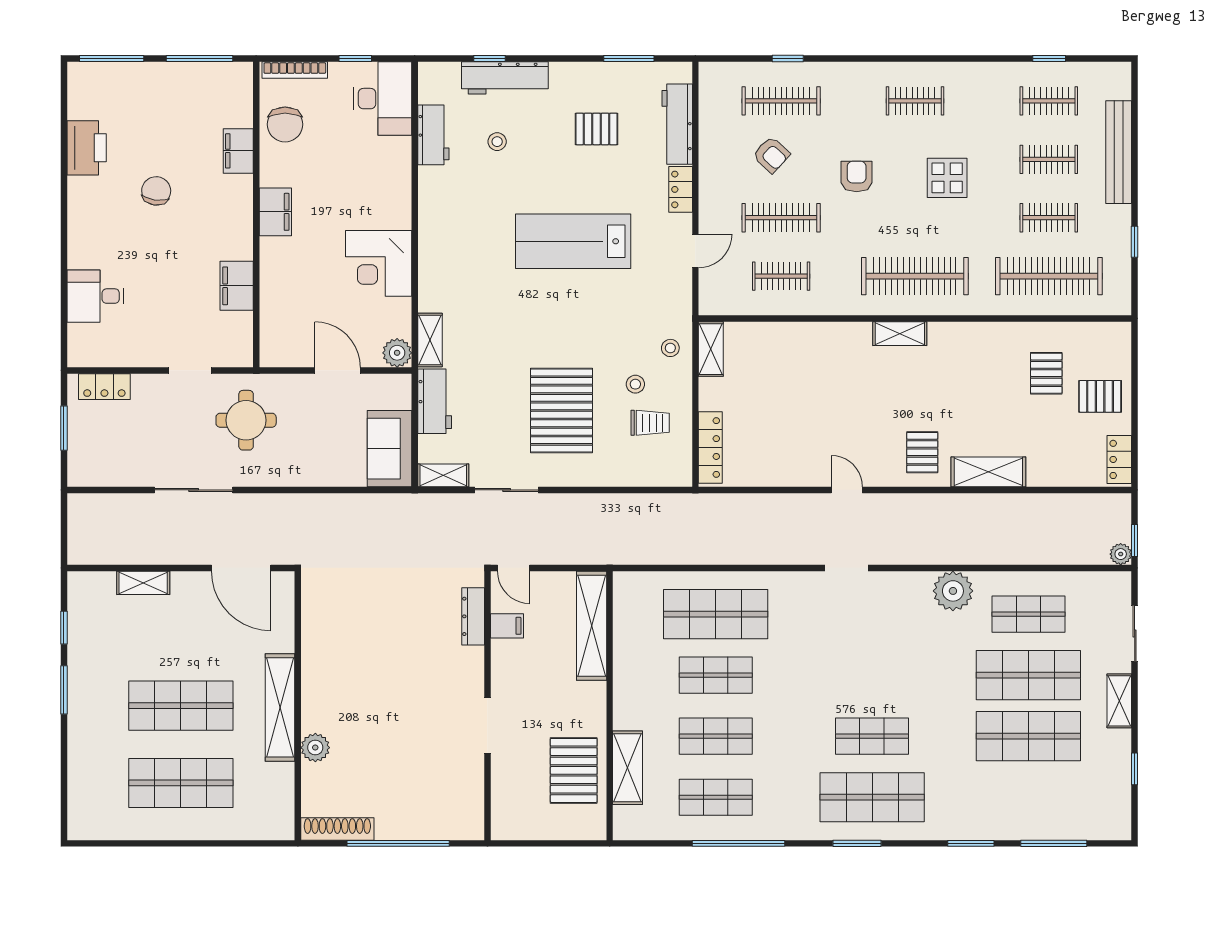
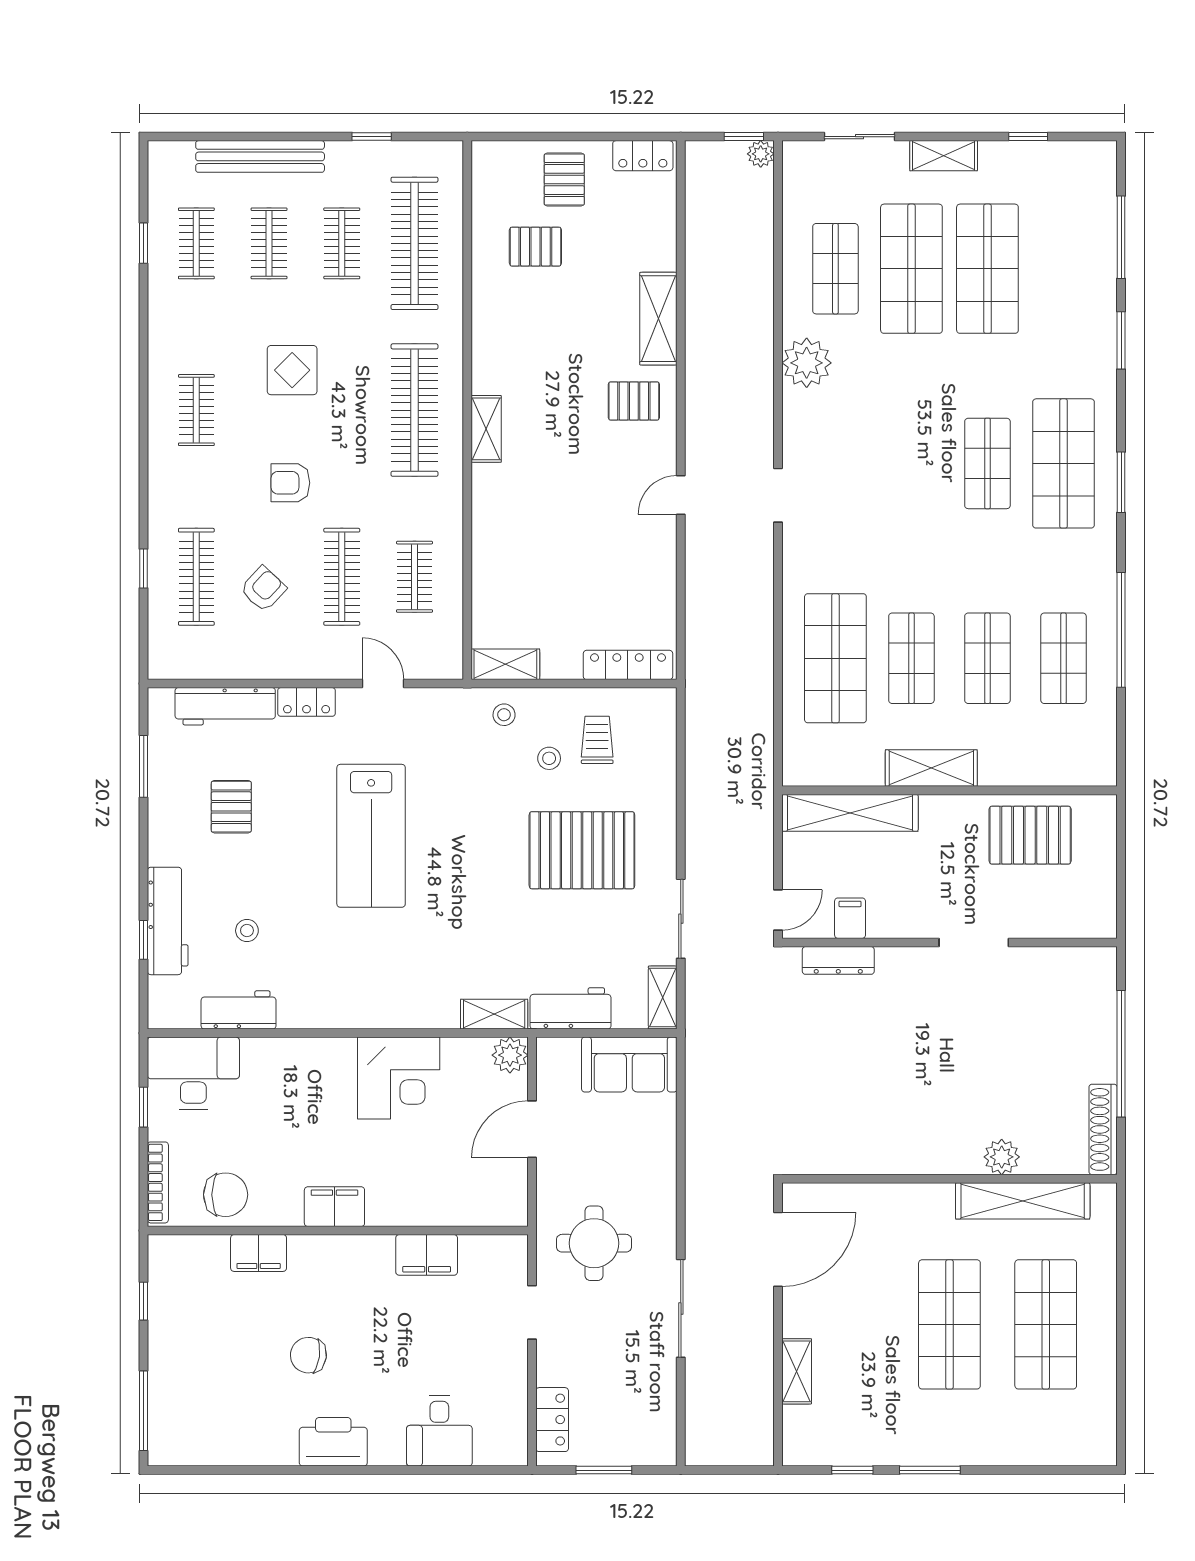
window: (200, 59) -> (144, 1301), width x0.46
printer: (87, 148) -> (333, 1442), moved
shelving: (280, 707) -> (1023, 1201), moved
shelving: (627, 768) -> (931, 768), moved

